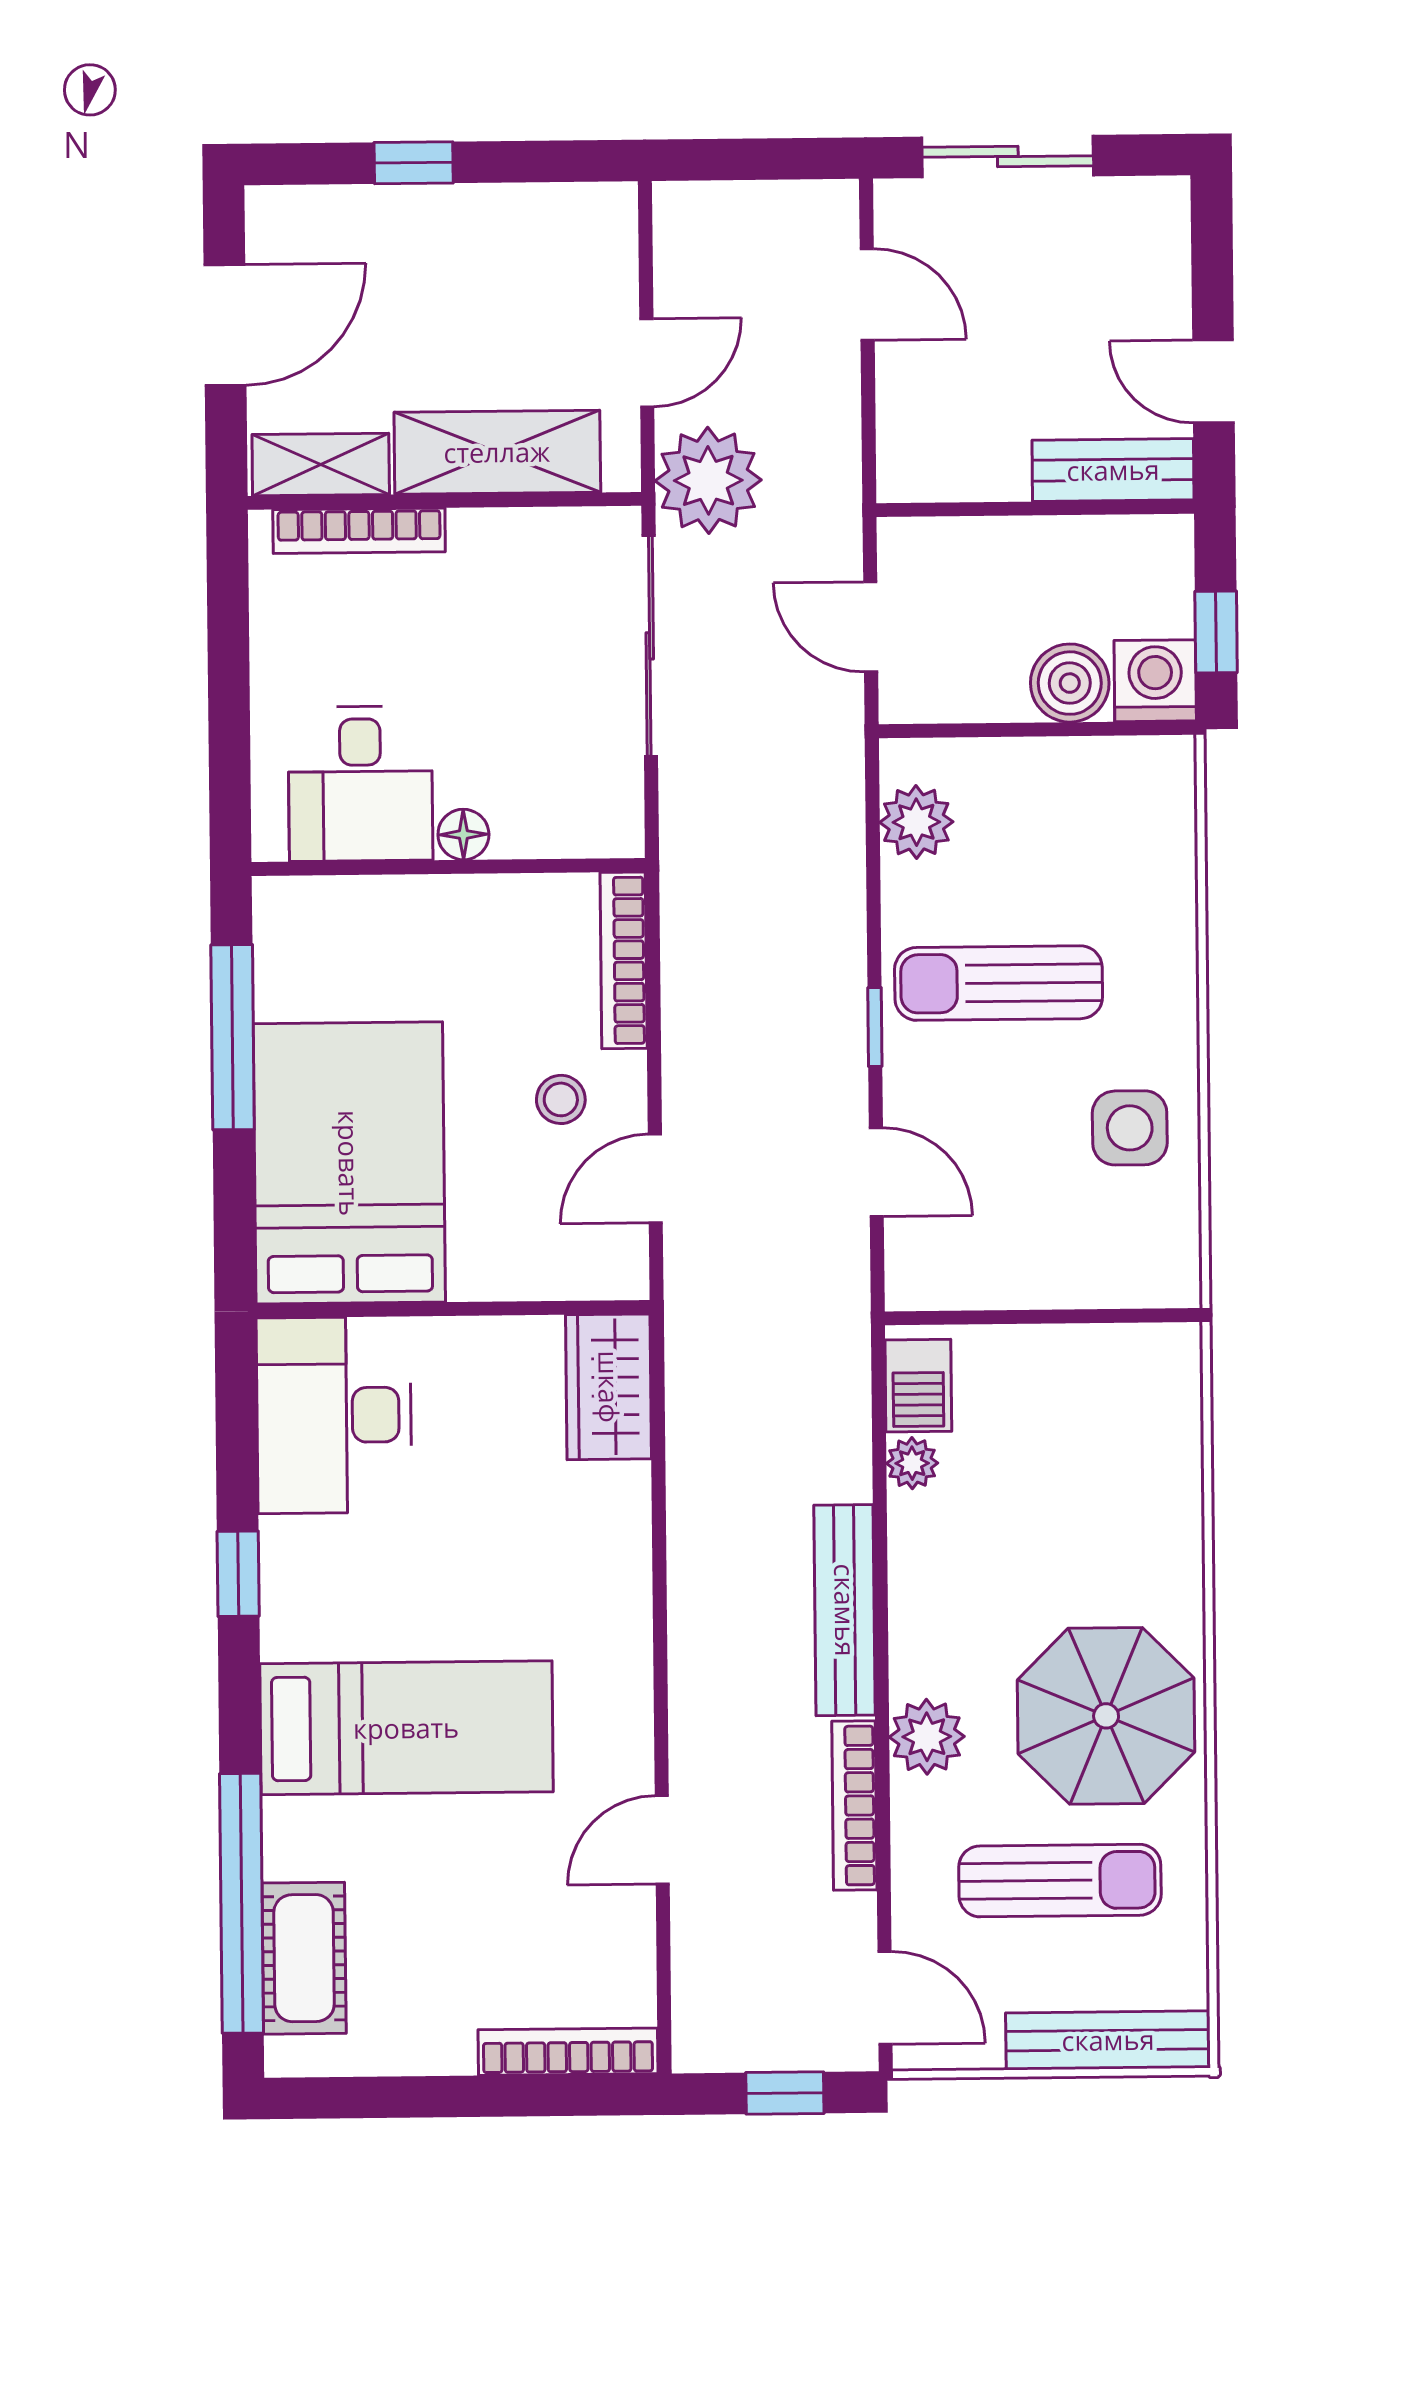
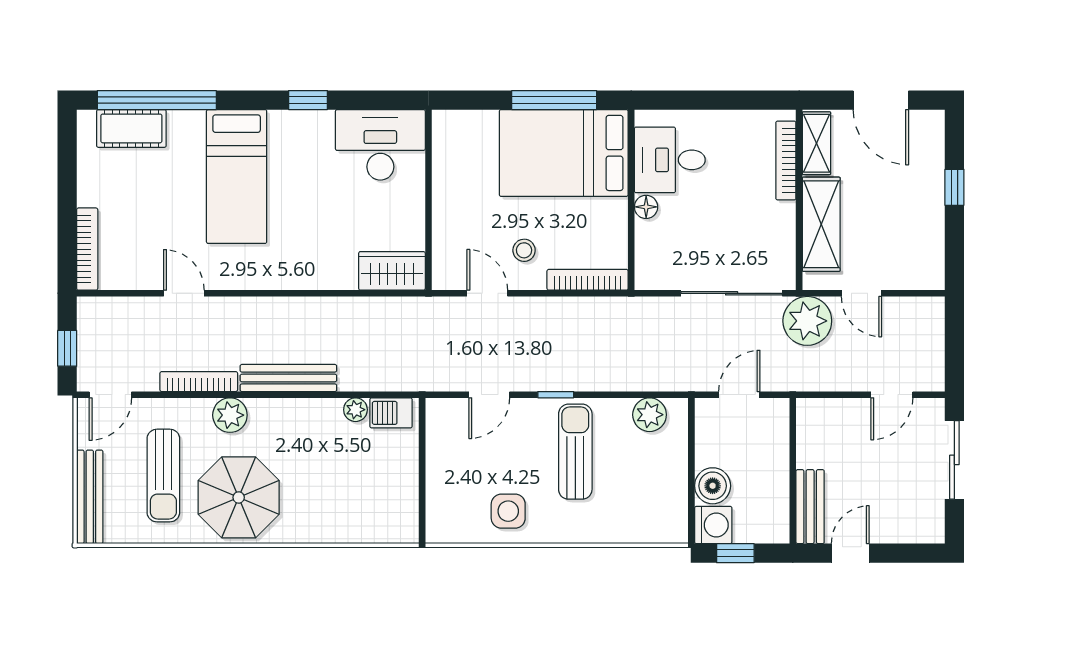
bed: (349, 1163) -> (564, 153), moved, turned 180

